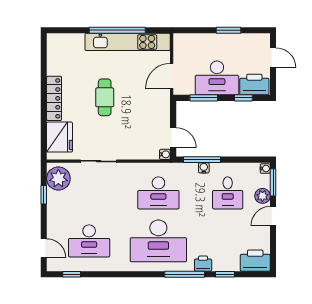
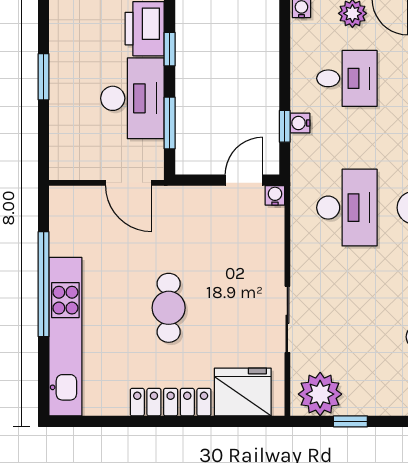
kitchen unit: (128, 42) -> (65, 337), moved
cafe table: (105, 97) -> (169, 308), turned 90
window: (202, 160) -> (285, 126), width x0.46

